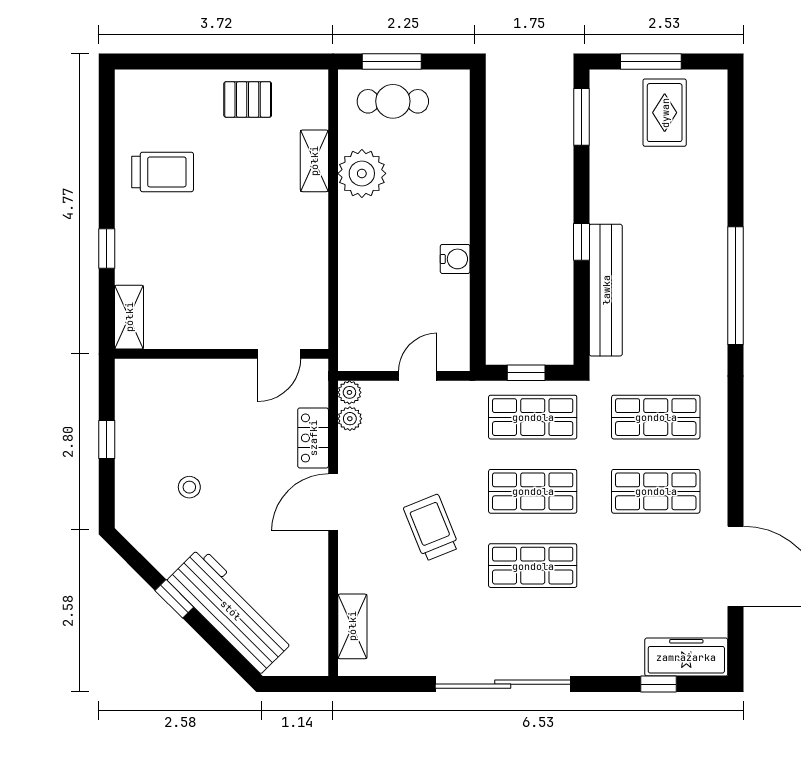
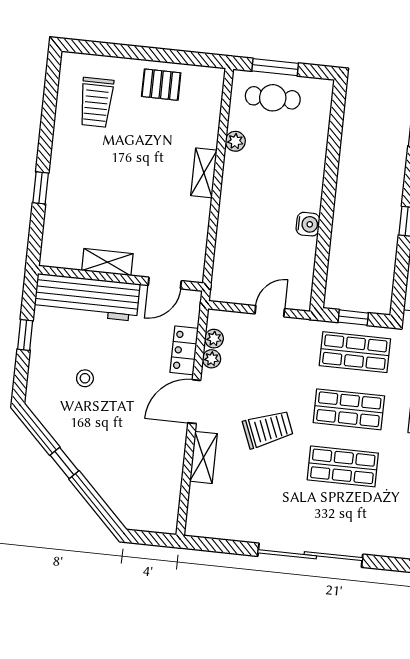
shelving: (314, 161) -> (204, 173), moved
trolley: (163, 172) -> (96, 102), moved, turned 90
plant: (362, 173) -> (235, 141), width x0.53, depth x0.53
shelving: (129, 317) -> (107, 262), moved, turned 90
plant: (349, 392) -> (212, 359), moved
trolley: (431, 528) -> (268, 429), turned 90
workbench: (231, 610) -> (87, 297), moved, turned 135
shelving: (352, 626) -> (203, 457), moved

